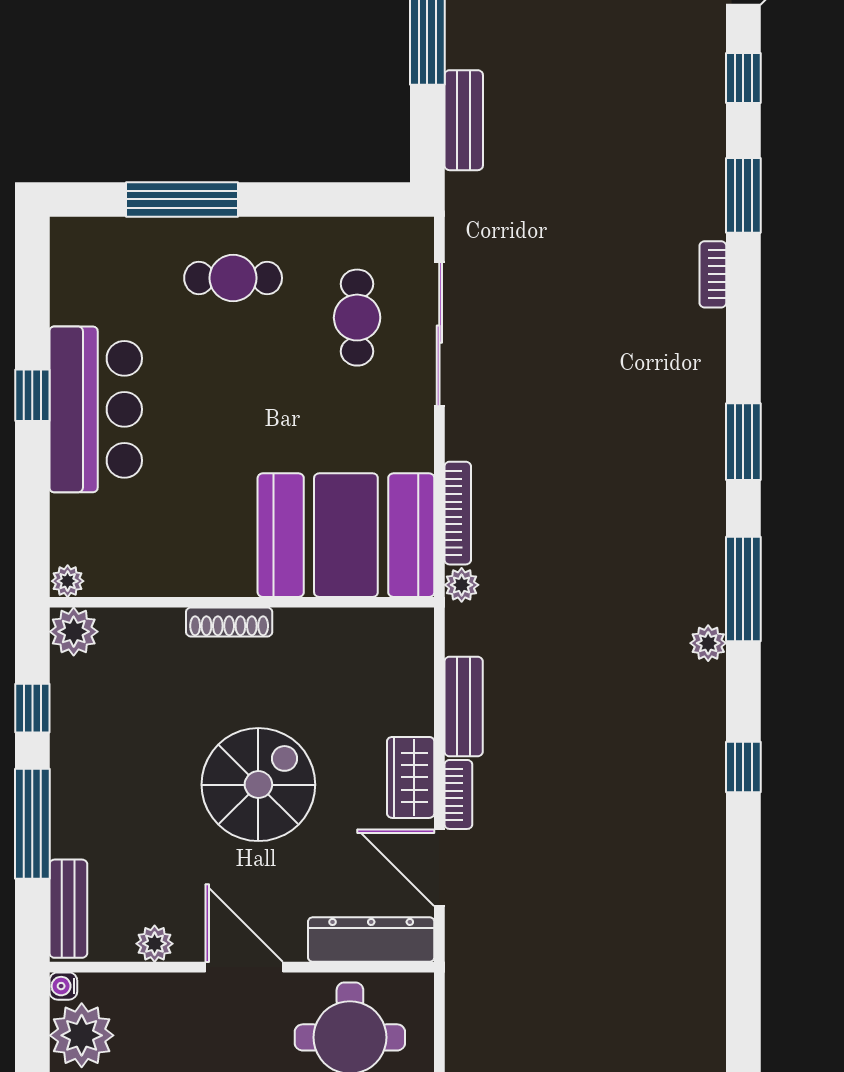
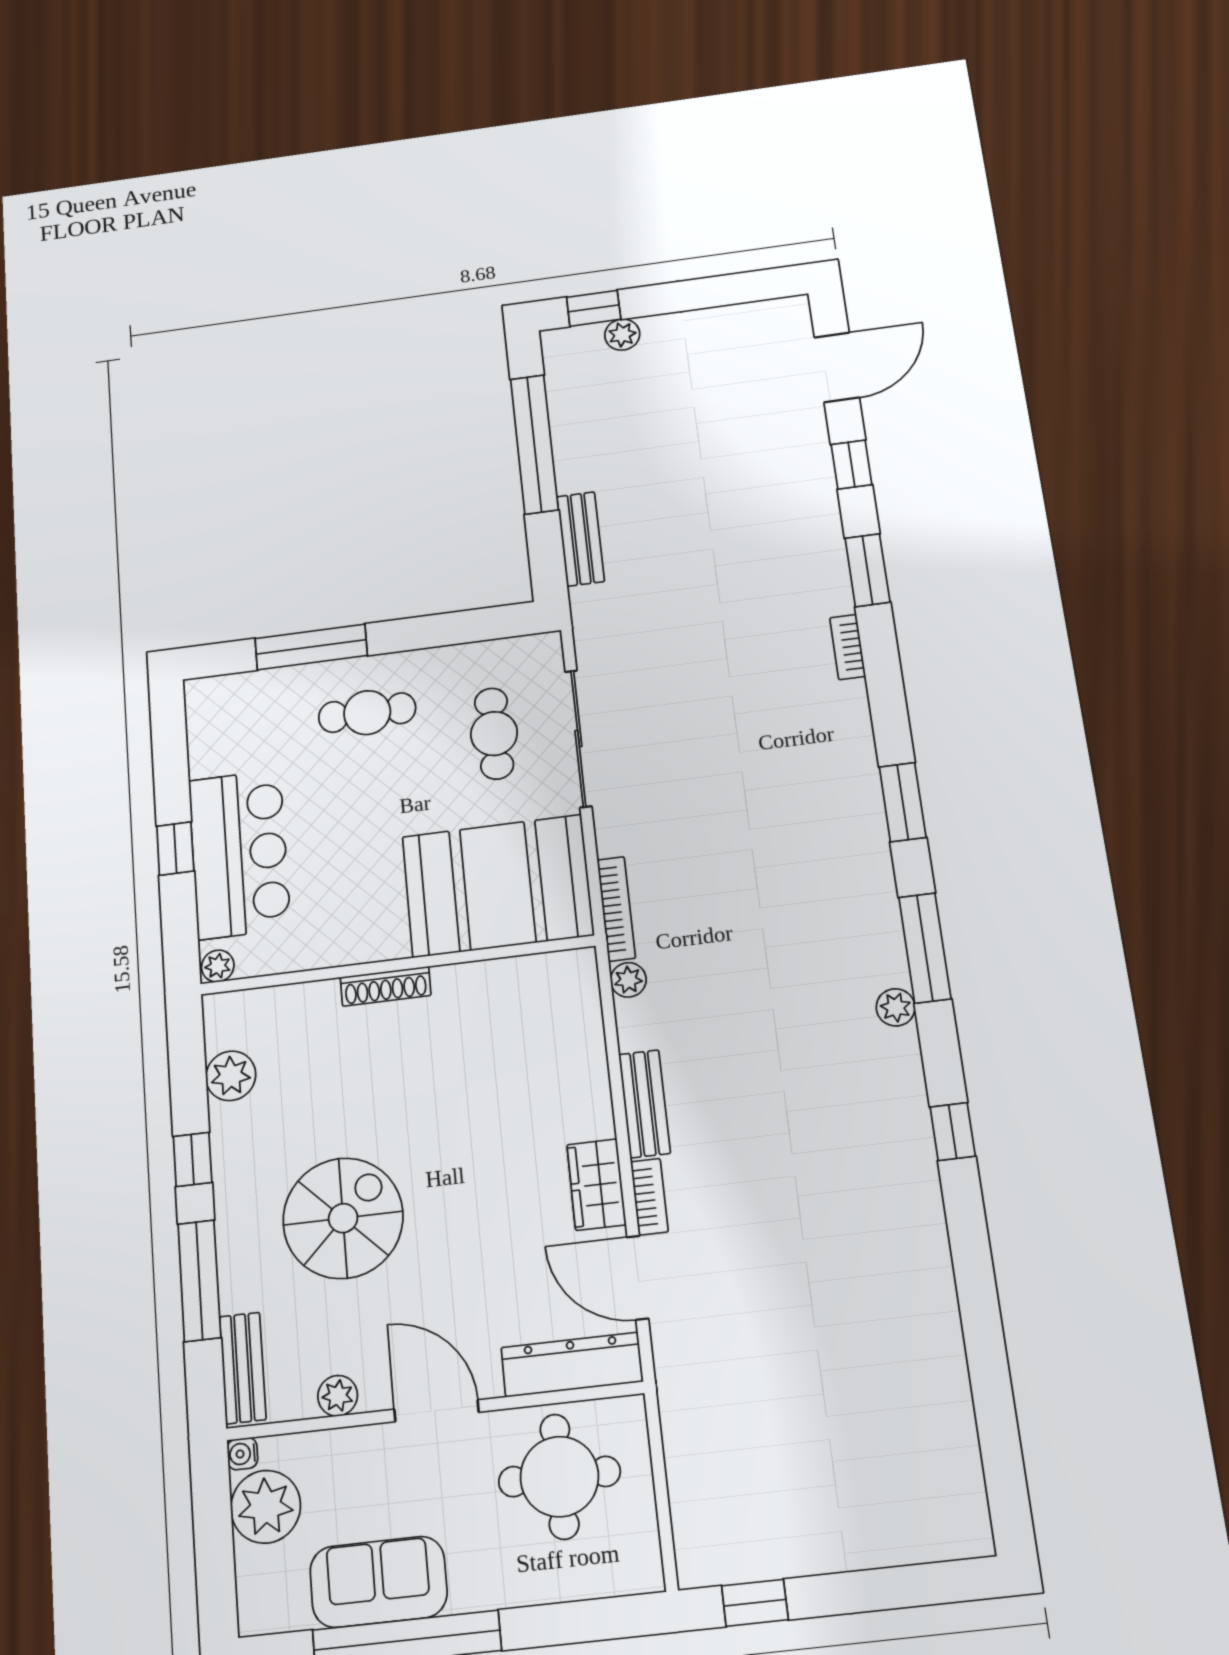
booth: (346, 535) -> (498, 886), moved
plant: (68, 581) -> (218, 966), moved
wall: (242, 602) -> (397, 965), moved
shoe rack: (229, 622) -> (386, 986), moved
spiral stairs: (258, 785) -> (343, 1218), moved

